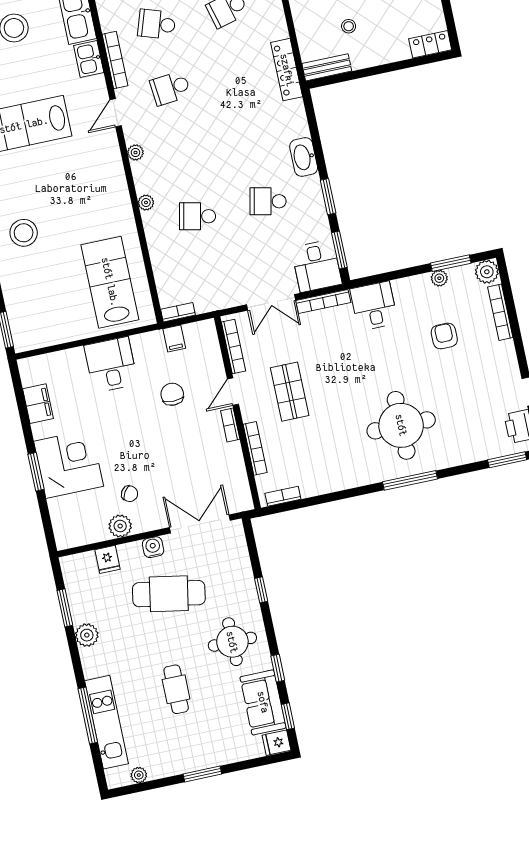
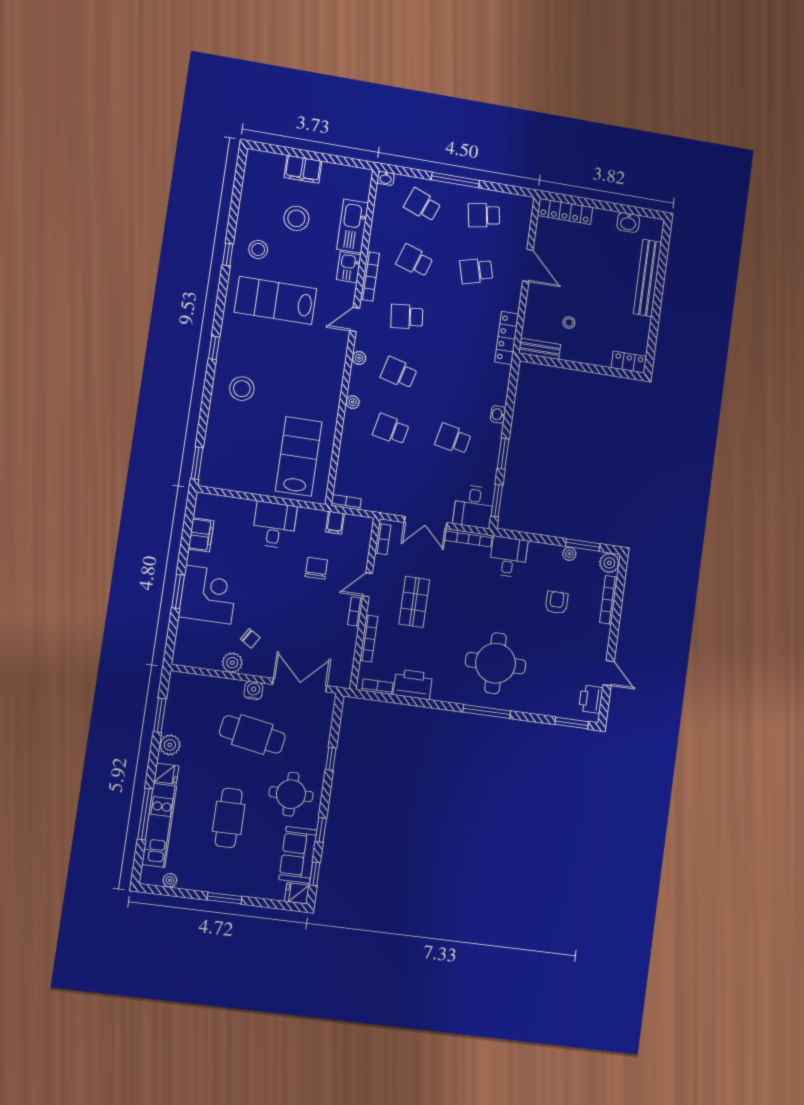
school desk: (184, 152) -> (399, 373), added
washbasin: (304, 157) -> (498, 414), width x0.52, depth x0.69
bookcase: (234, 346) -> (383, 539), width x0.64
printer: (320, 480) -> (413, 684), added
fridge: (107, 559) -> (166, 774), moved, turned -90
cafe table: (176, 689) -> (229, 818), width x1.37, depth x1.35

